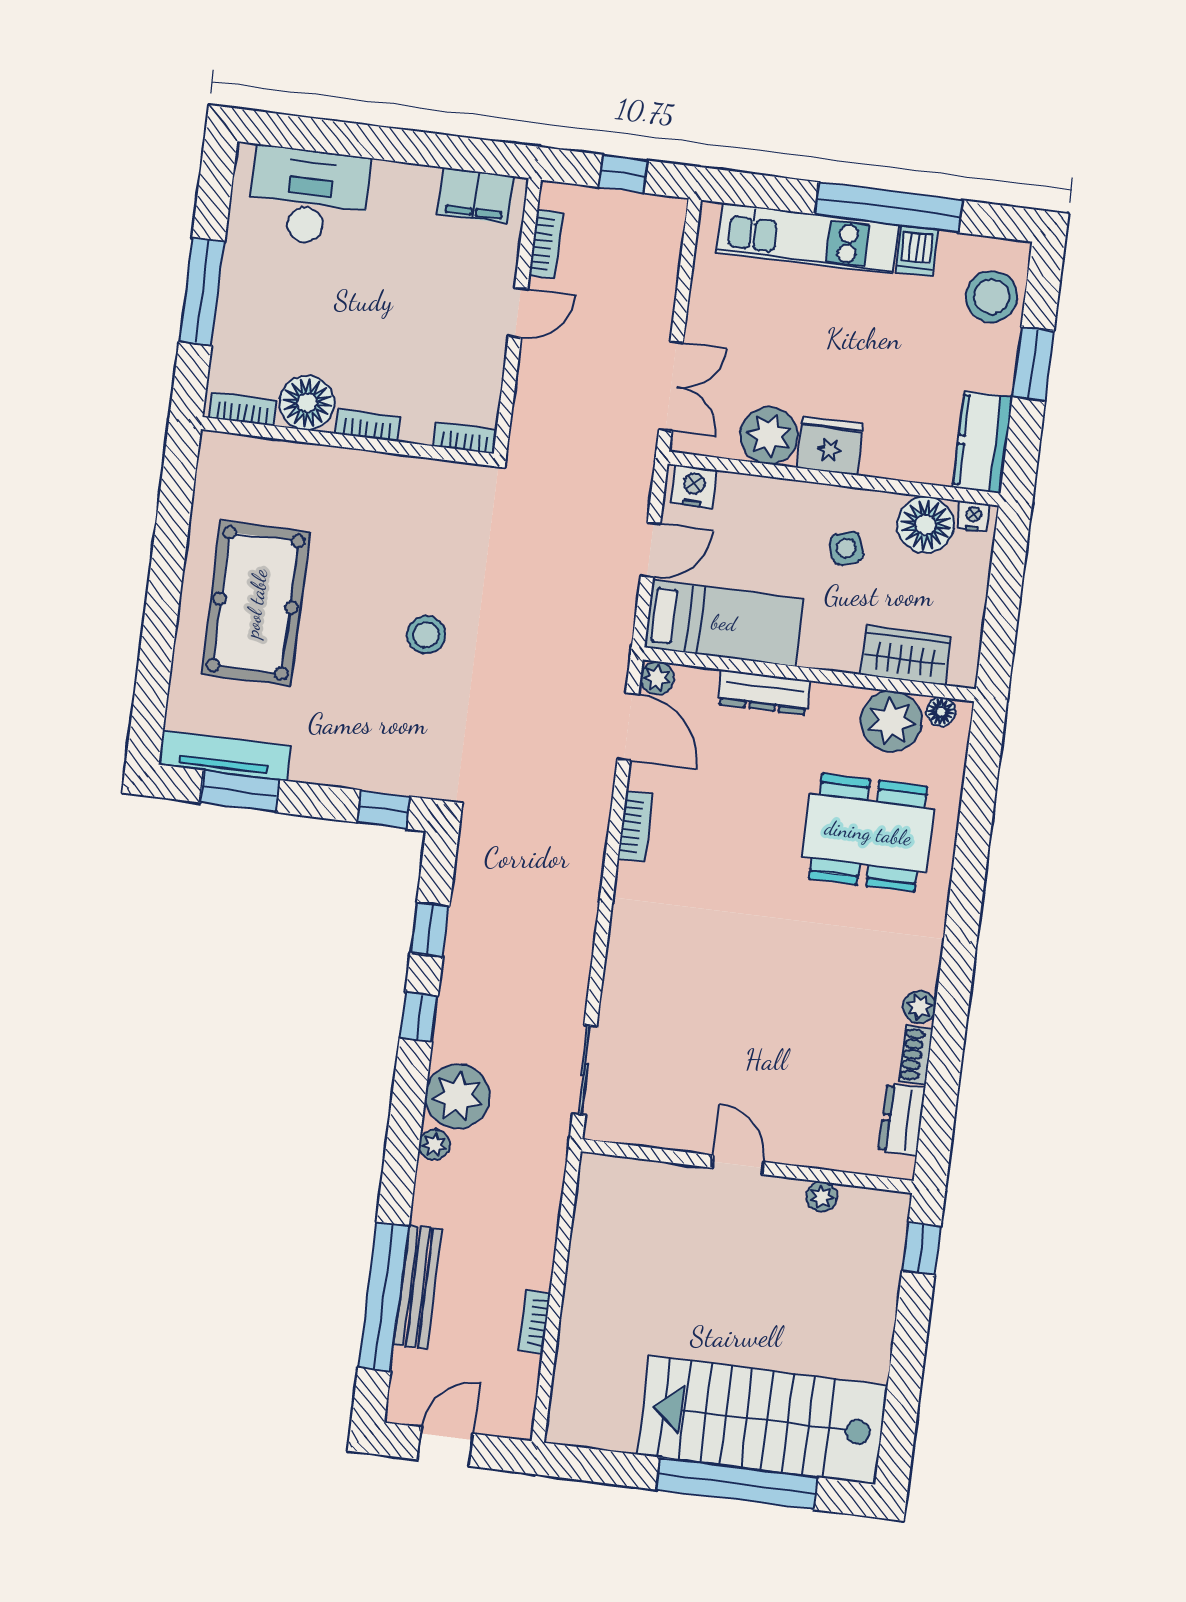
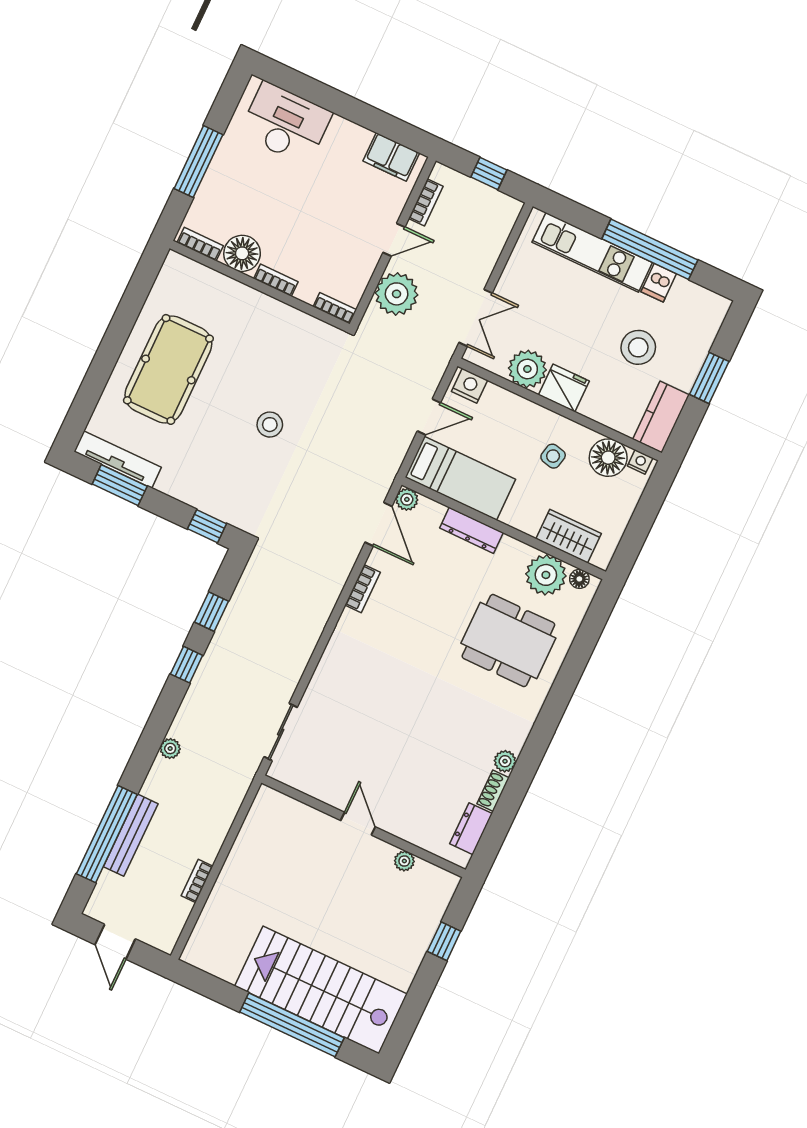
stool: (992, 296) -> (638, 347), moved
side table: (846, 548) -> (553, 456), turned 32
plant: (457, 1096) -> (397, 294), moved
window: (922, 1248) -> (444, 941), moved
door: (445, 1447) -> (115, 942), swing flipped

